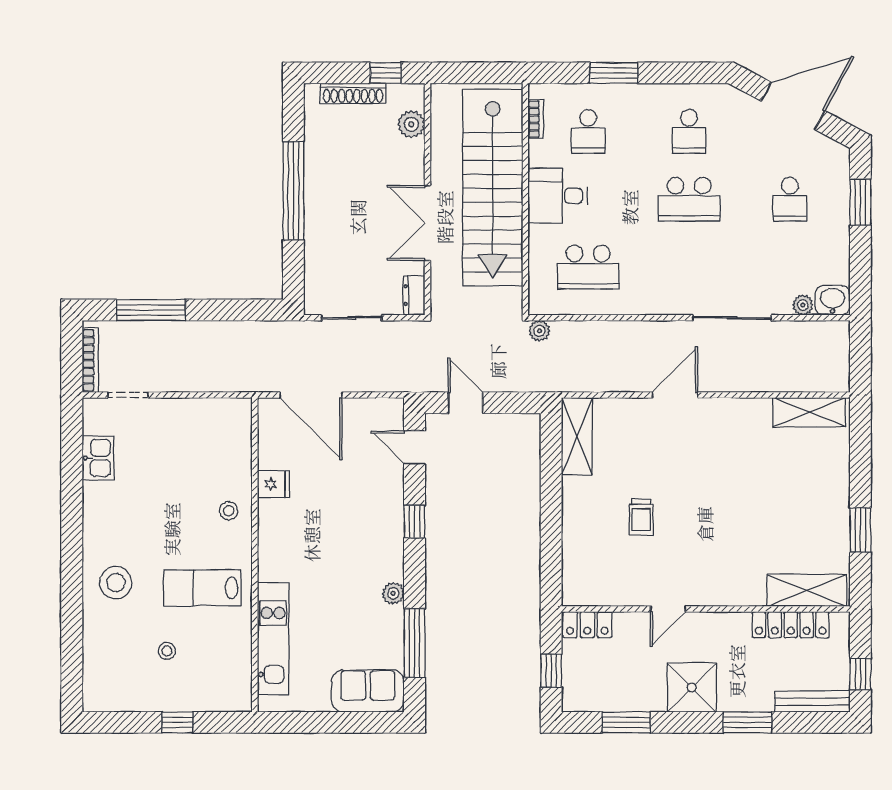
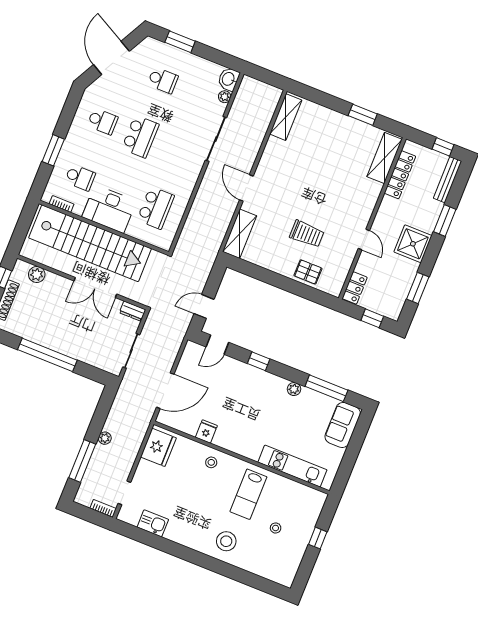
desk: (558, 196) -> (109, 209), width x1.37
plant: (539, 331) -> (105, 438), moved
bookcase: (90, 360) -> (103, 508), width x0.64
fridge: (219, 420) -> (158, 447), added
shelving: (577, 436) -> (240, 234), moved, turned 90
trolley: (641, 517) -> (307, 234), width x1.36, depth x1.39
pallet: (583, 543) -> (308, 272), added

